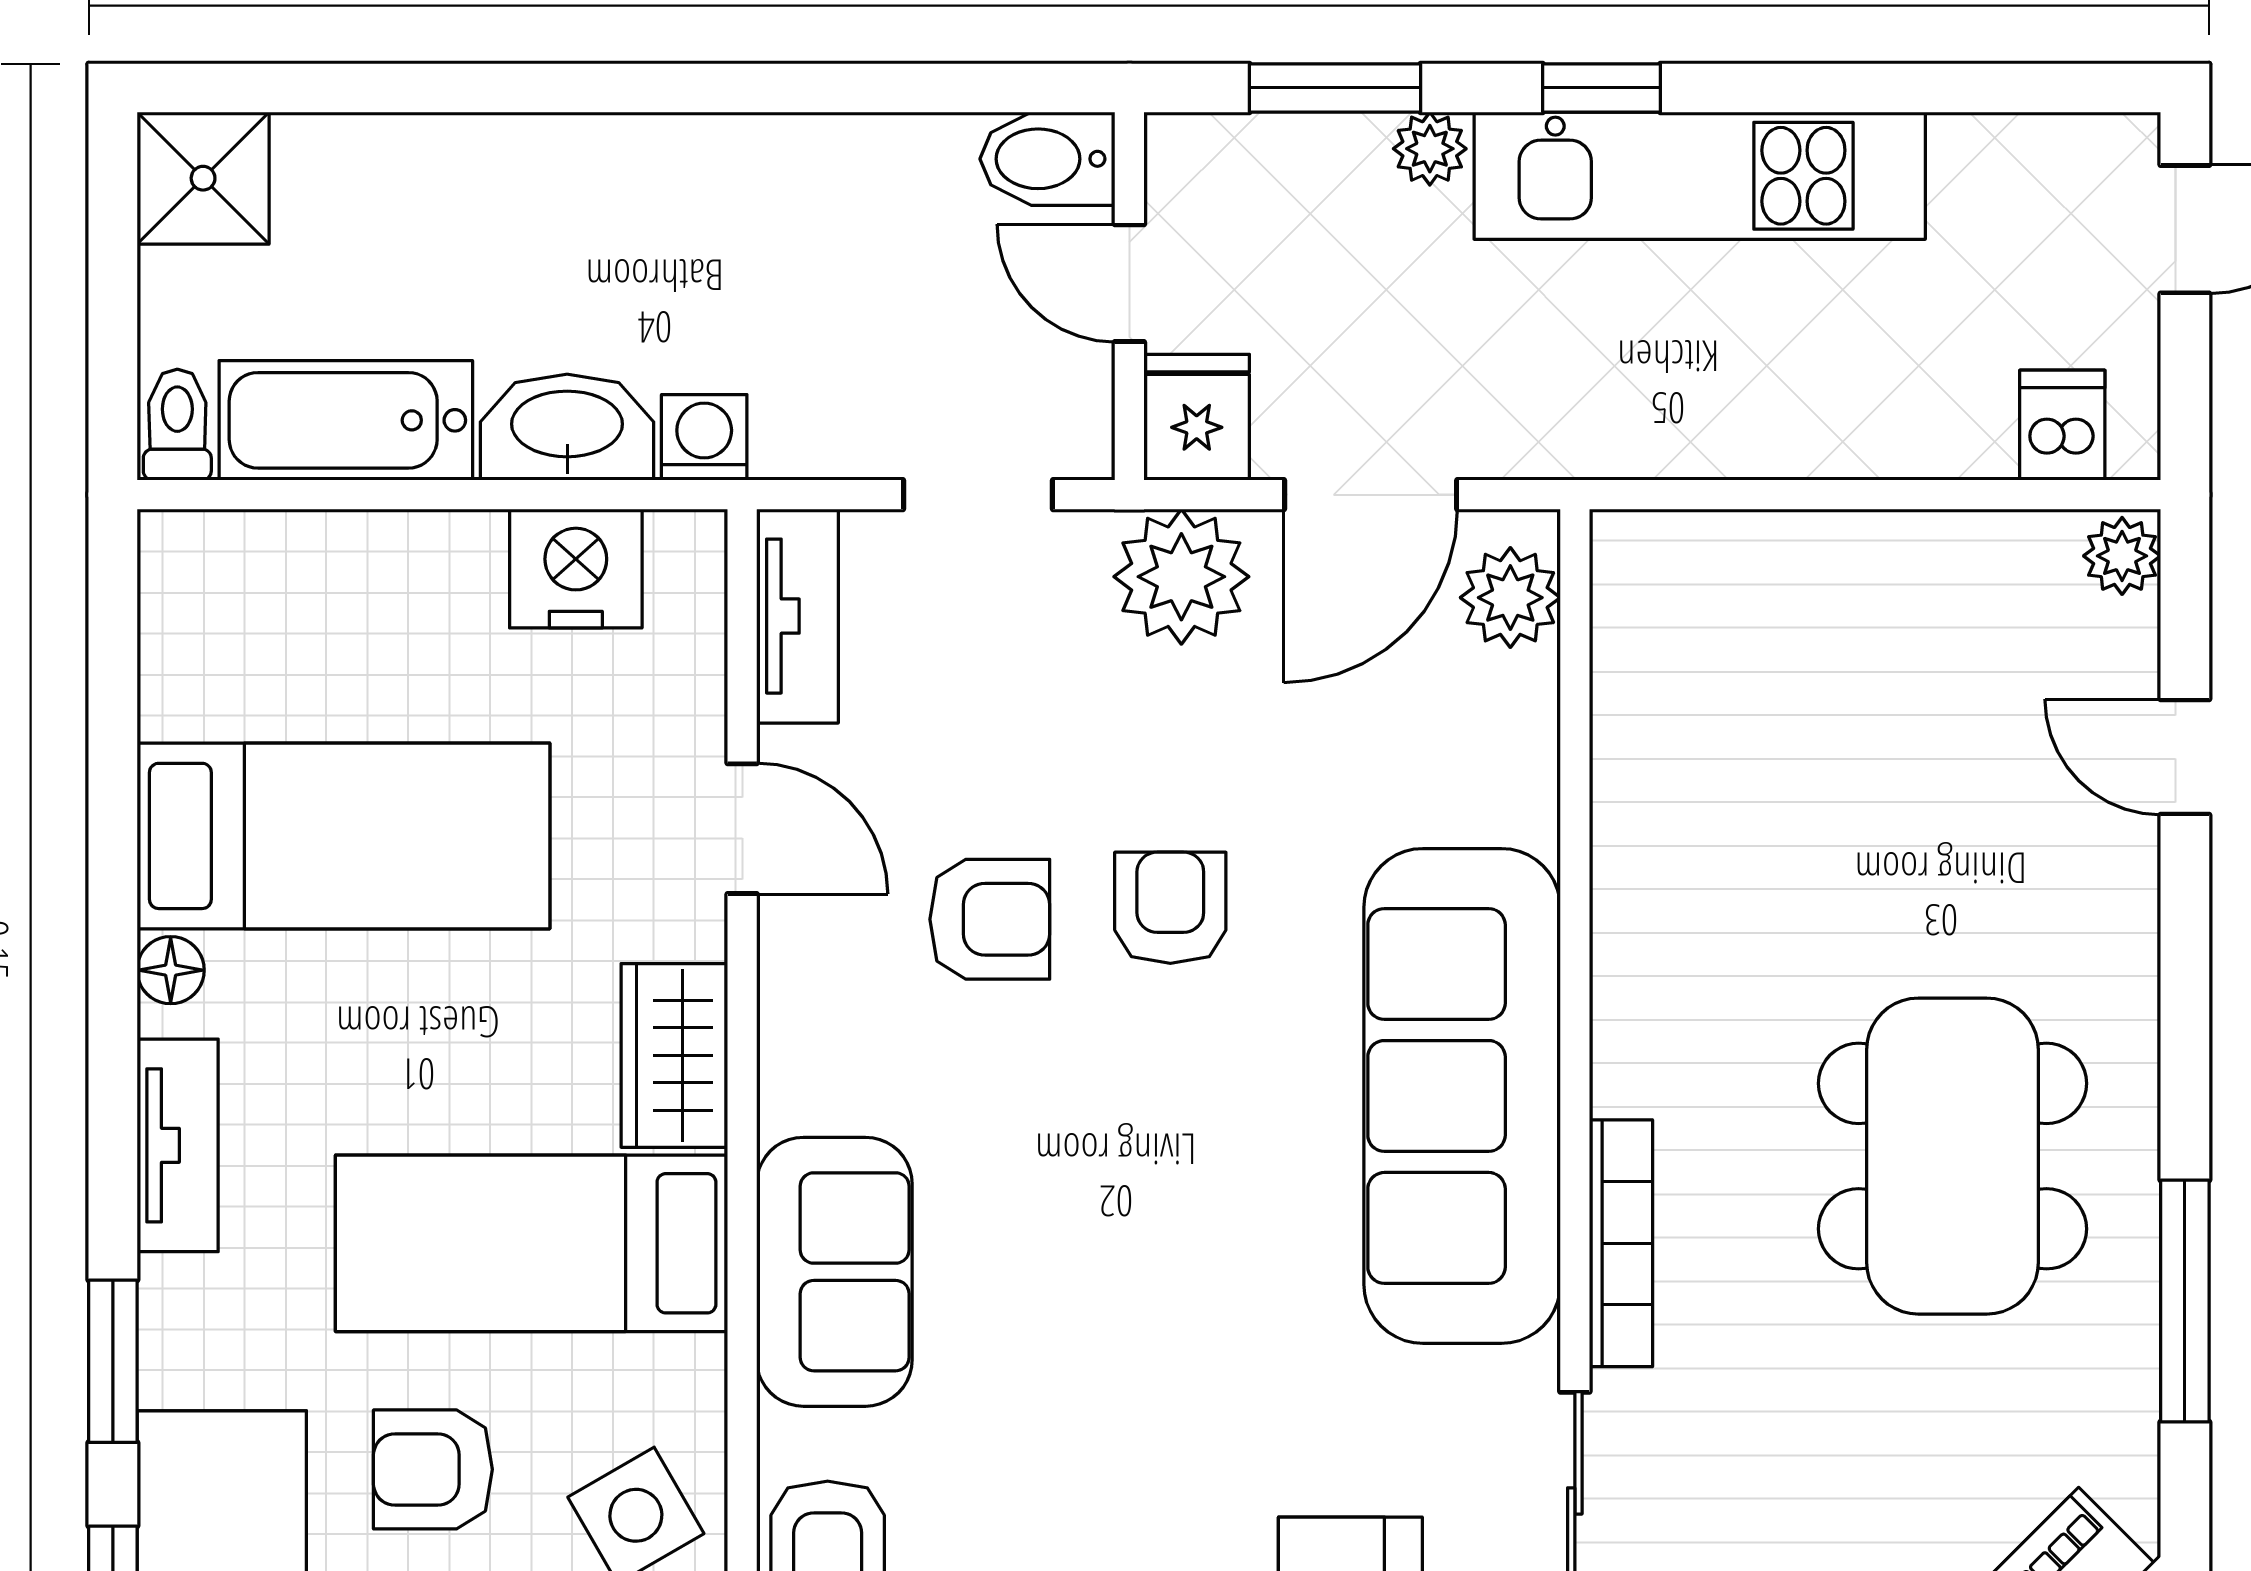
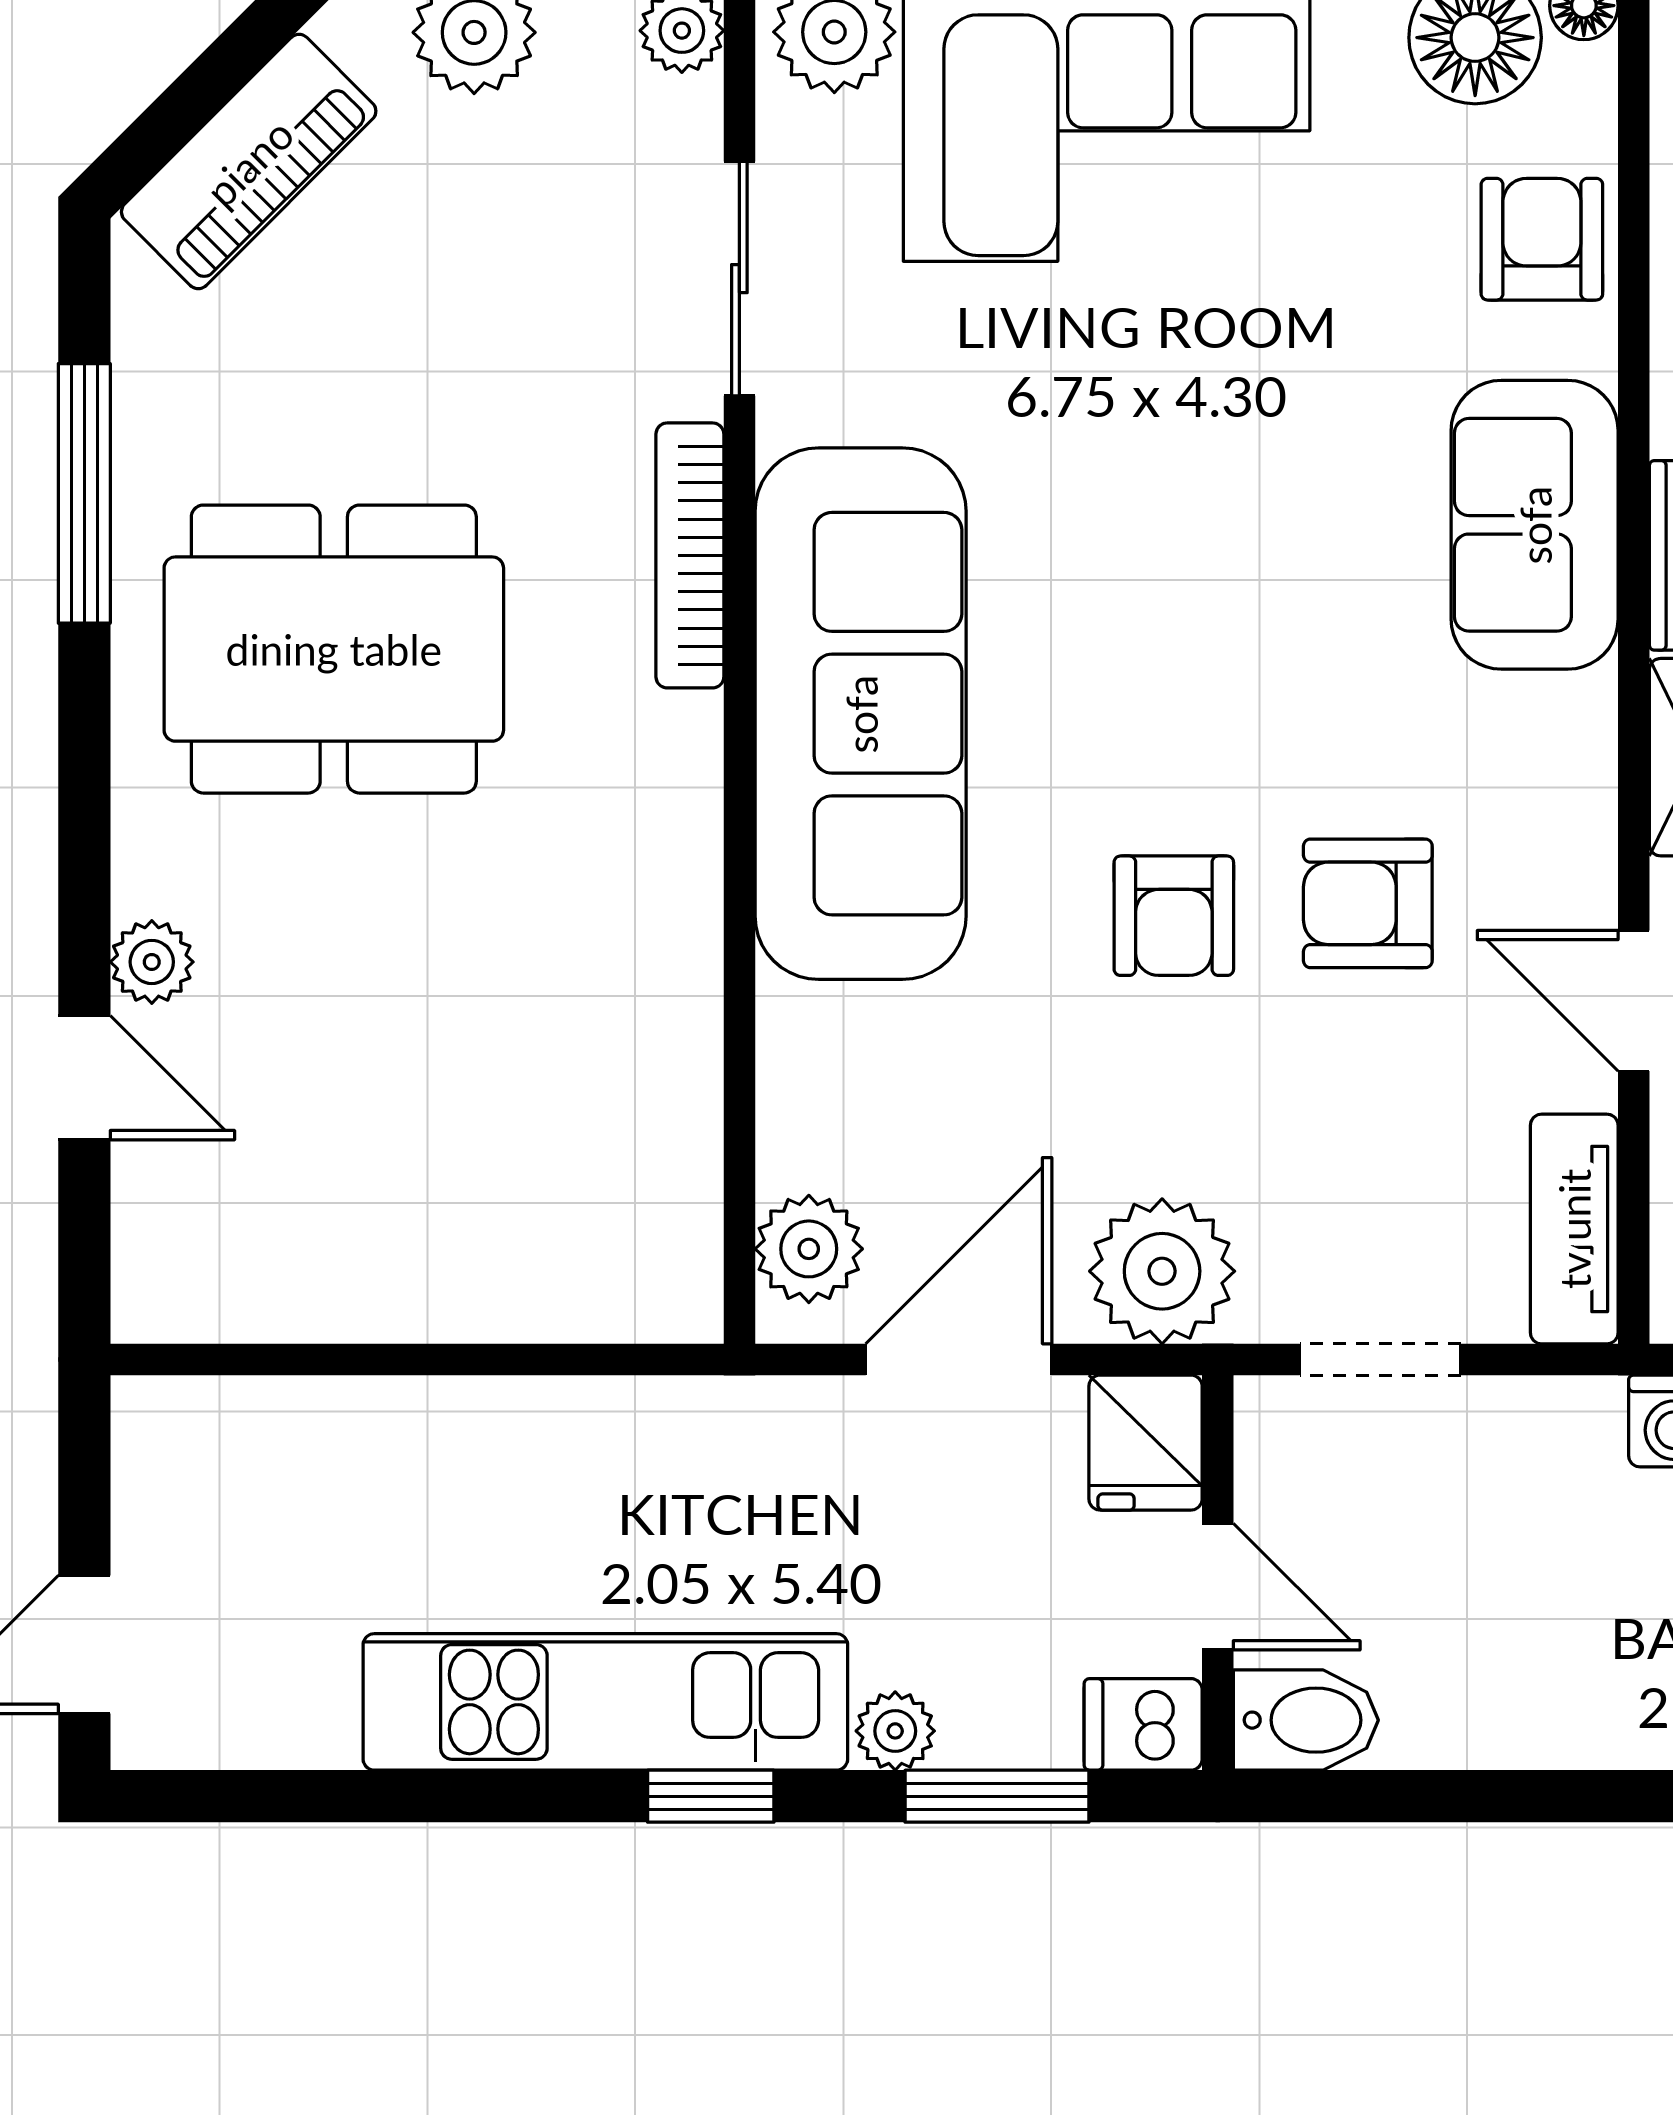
dishwasher: (2062, 425) -> (1143, 1724), moved, turned 90
plant: (2122, 556) -> (152, 962), moved
dining table: (1953, 1156) -> (334, 649), turned 90

